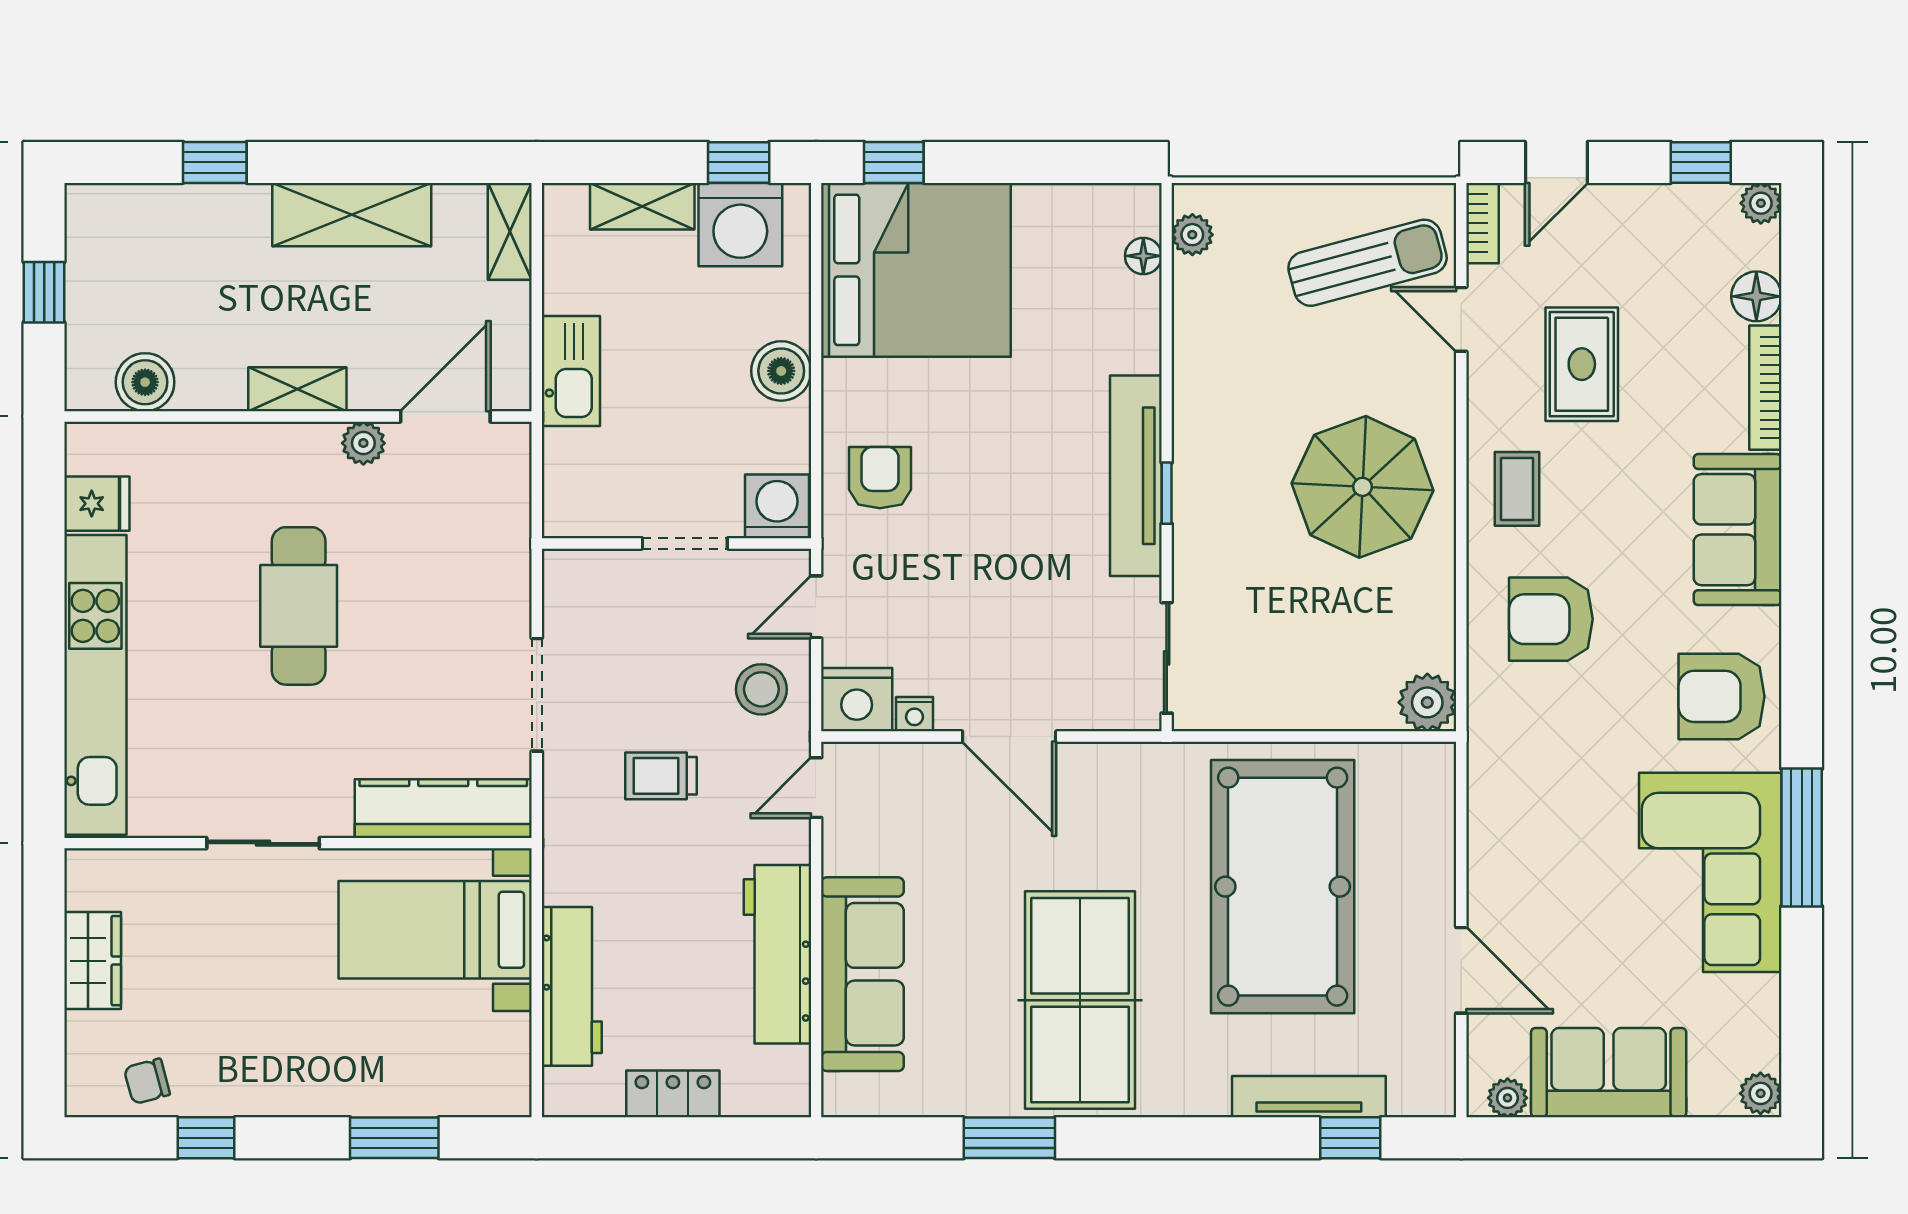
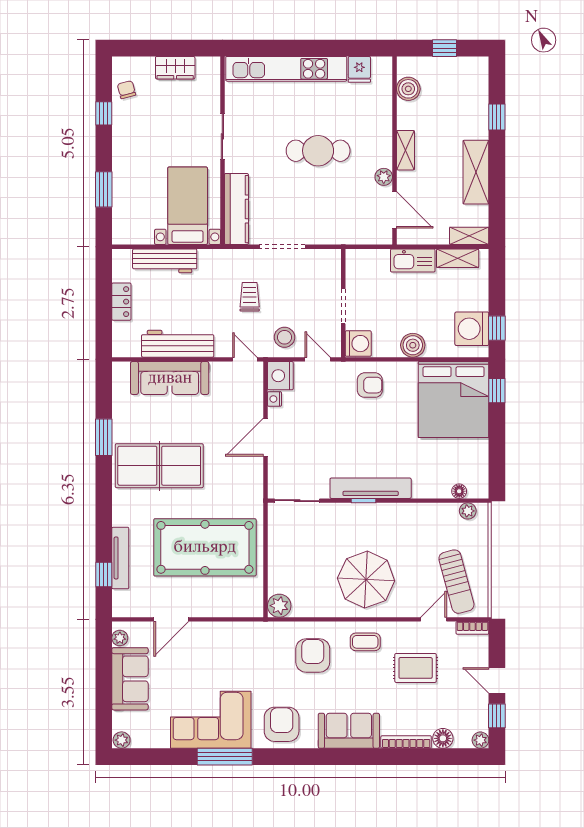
door: (1556, 162) -> (497, 680), moved
shelving: (642, 206) -> (458, 258), moved, turned 90

